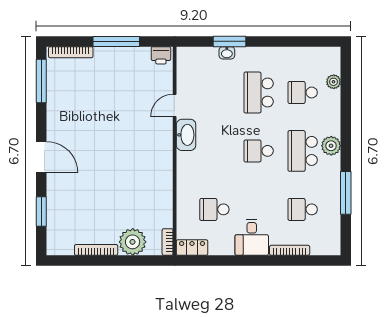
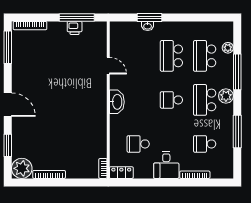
window: (116, 41) -> (77, 17), moved
printer: (161, 55) -> (75, 28), moved
school desk: (303, 92) -> (205, 56), width x1.85
door: (175, 105) -> (108, 66), swing flipped
window: (346, 114) -> (237, 72), added
washbasin: (186, 135) -> (117, 102), moved
plant: (133, 242) -> (22, 168), moved

